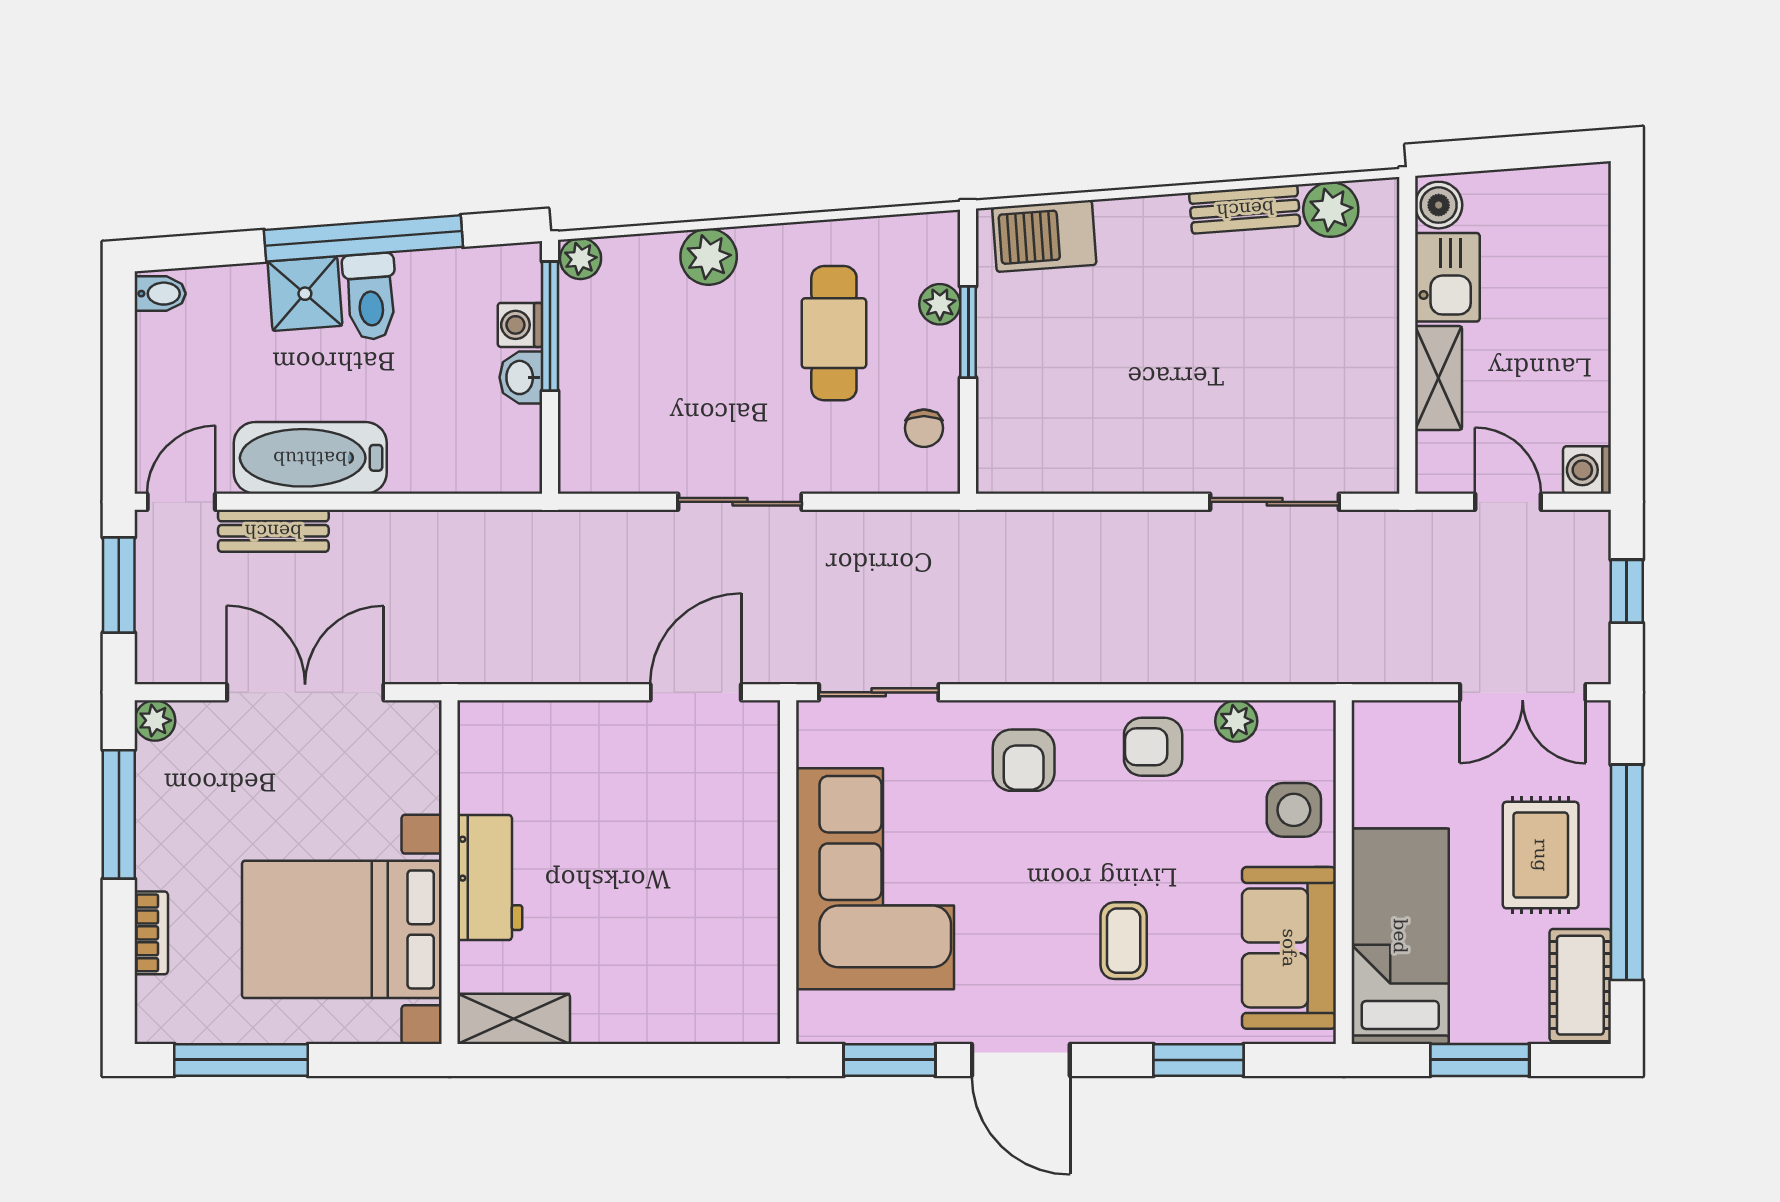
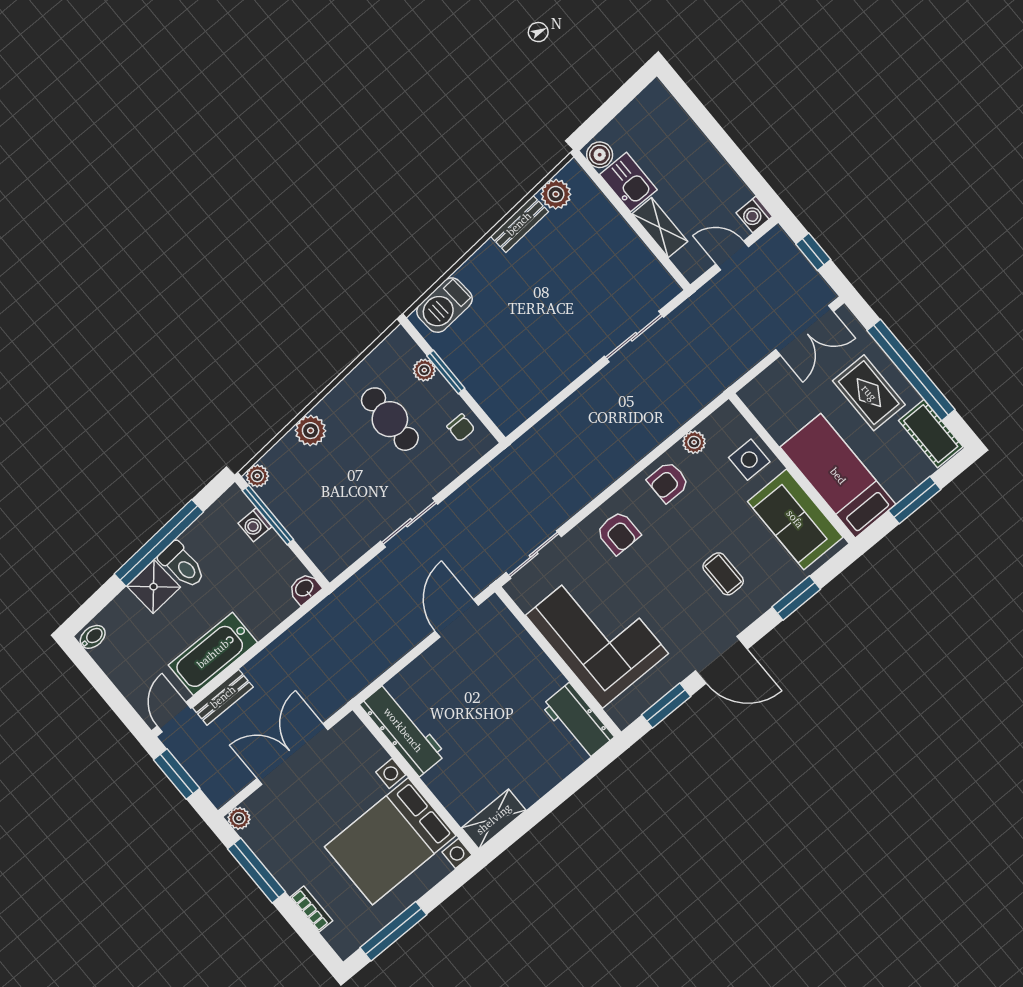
washbasin: (521, 377) -> (305, 588), moved, turned 90
workbench: (490, 878) -> (403, 730), moved, width x1.38
workbench: (747, 979) -> (578, 721), added

